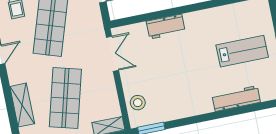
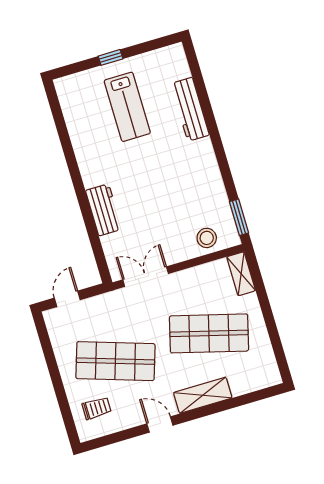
lab bench: (242, 51) -> (127, 107), turned 180
shelving: (22, 105) -> (203, 395), moved

